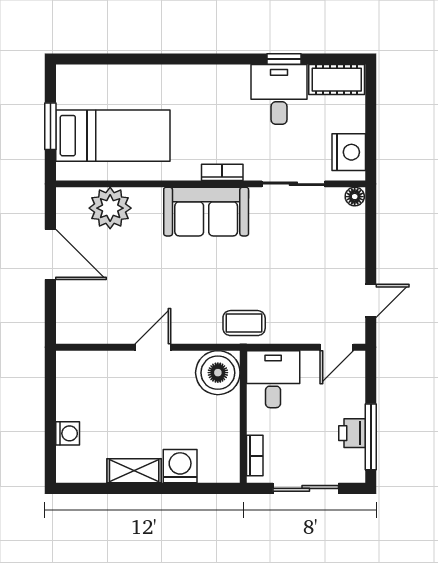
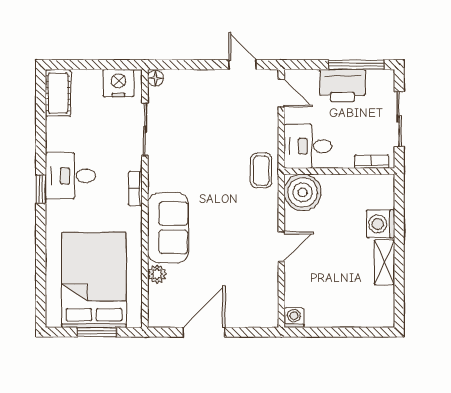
window: (284, 59) -> (41, 189), moved
desk: (279, 94) -> (70, 176), moved
bed: (113, 136) -> (94, 280), width x1.50
plant: (110, 208) -> (157, 274), width x0.53, depth x0.53
sofa: (206, 212) -> (168, 228), moved
door: (153, 347) -> (281, 247), swing flipped
washing machine: (68, 433) -> (294, 318), moved
printer: (352, 433) -> (342, 86), width x1.87, depth x1.48

